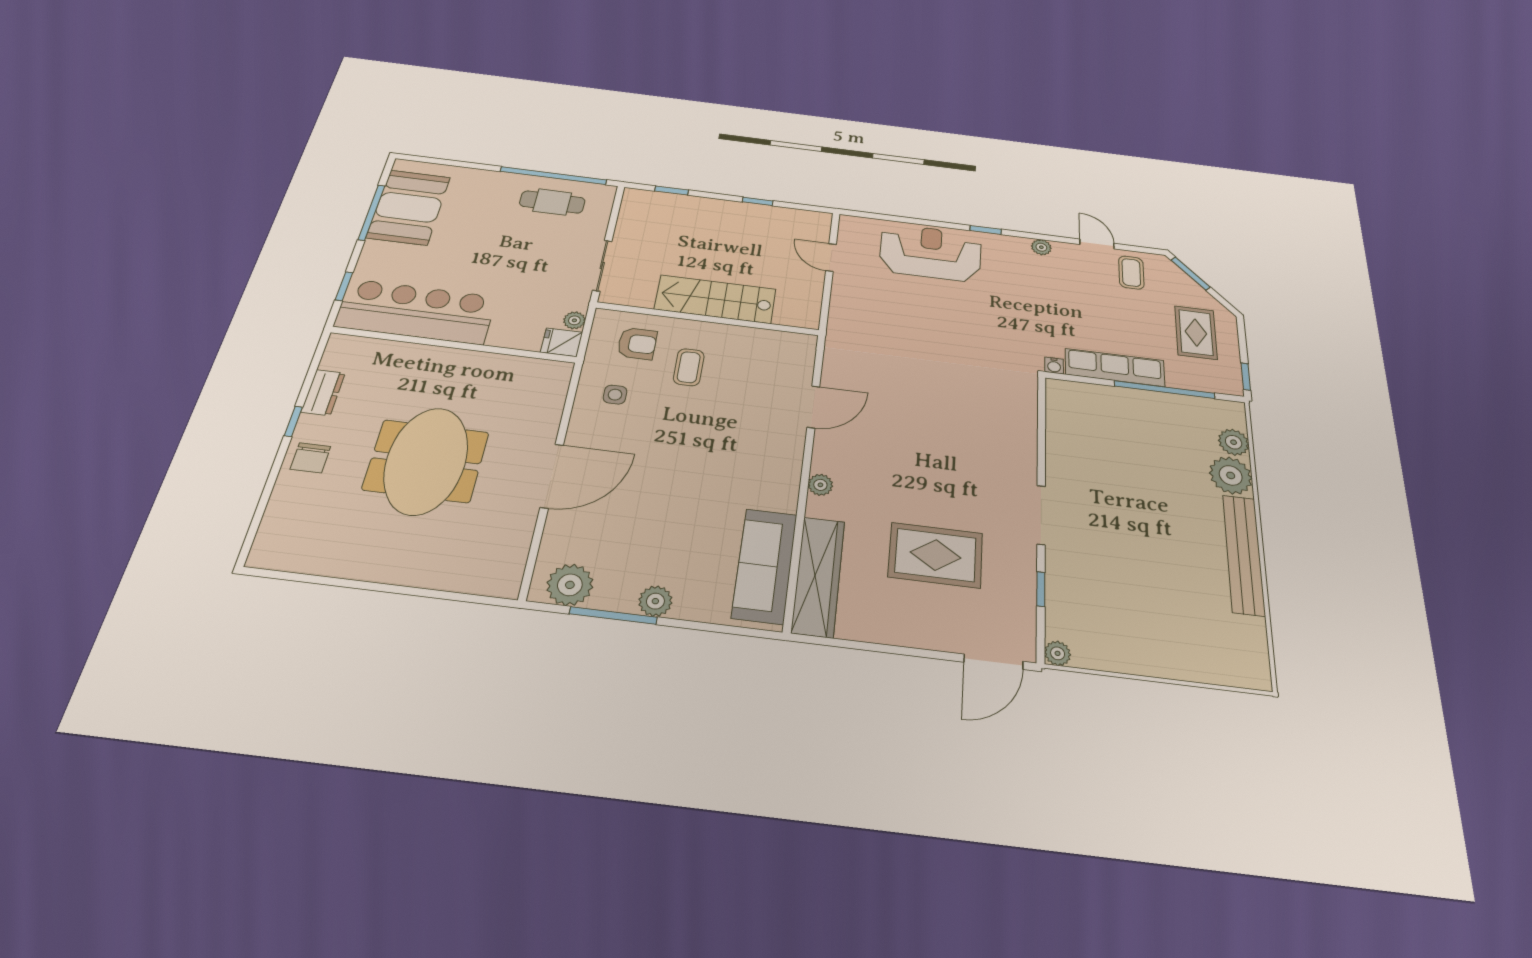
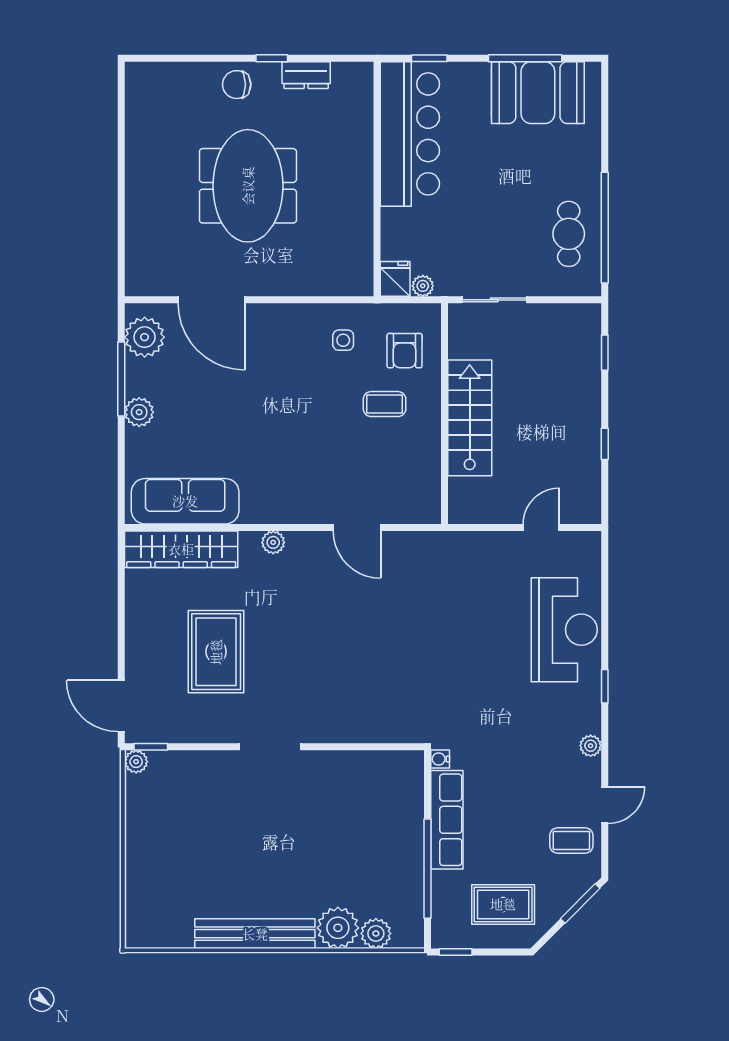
meeting table: (426, 461) -> (248, 186), turned 90
door: (552, 476) -> (211, 300), moved
window: (1041, 589) -> (151, 747), moved

